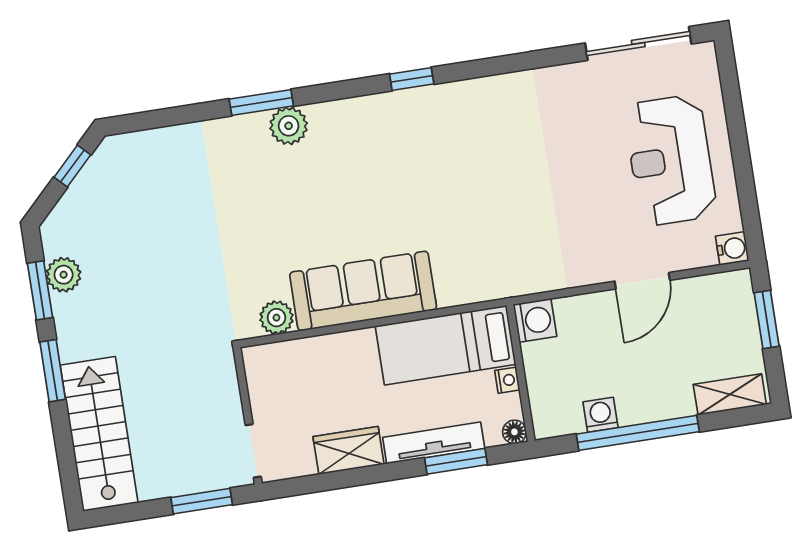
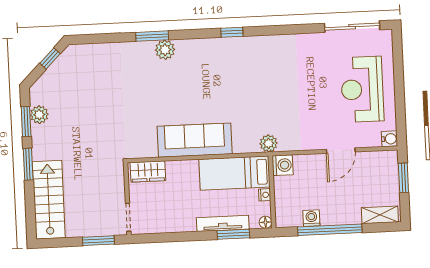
plant: (276, 318) -> (269, 143), moved
wardrobe: (349, 450) -> (148, 171), moved, turned 180

